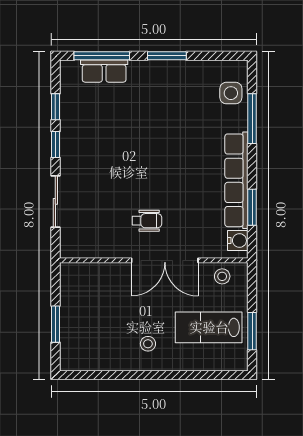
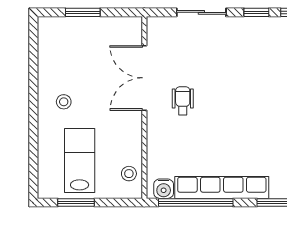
window: (252, 207) -> (196, 202), width x2.11
wheelchair: (147, 221) -> (183, 101), turned 180
double door: (165, 260) -> (144, 78), moved

